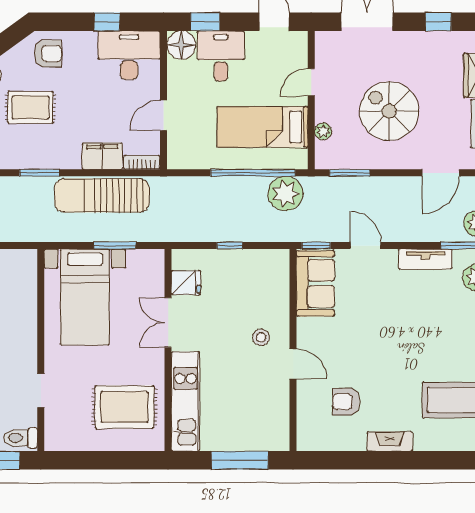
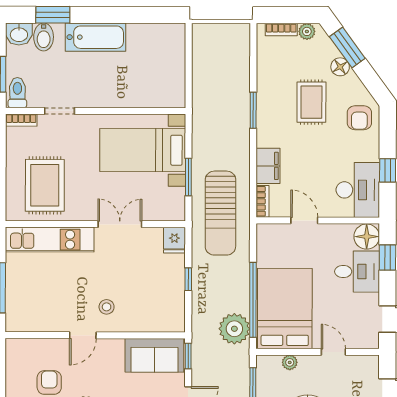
bed: (263, 127) -> (285, 309), width x1.50
sun lounger: (102, 195) -> (220, 213), moved, turned 180
fridge: (186, 283) -> (174, 240), moved
bookcase: (51, 434) -> (21, 120), added

